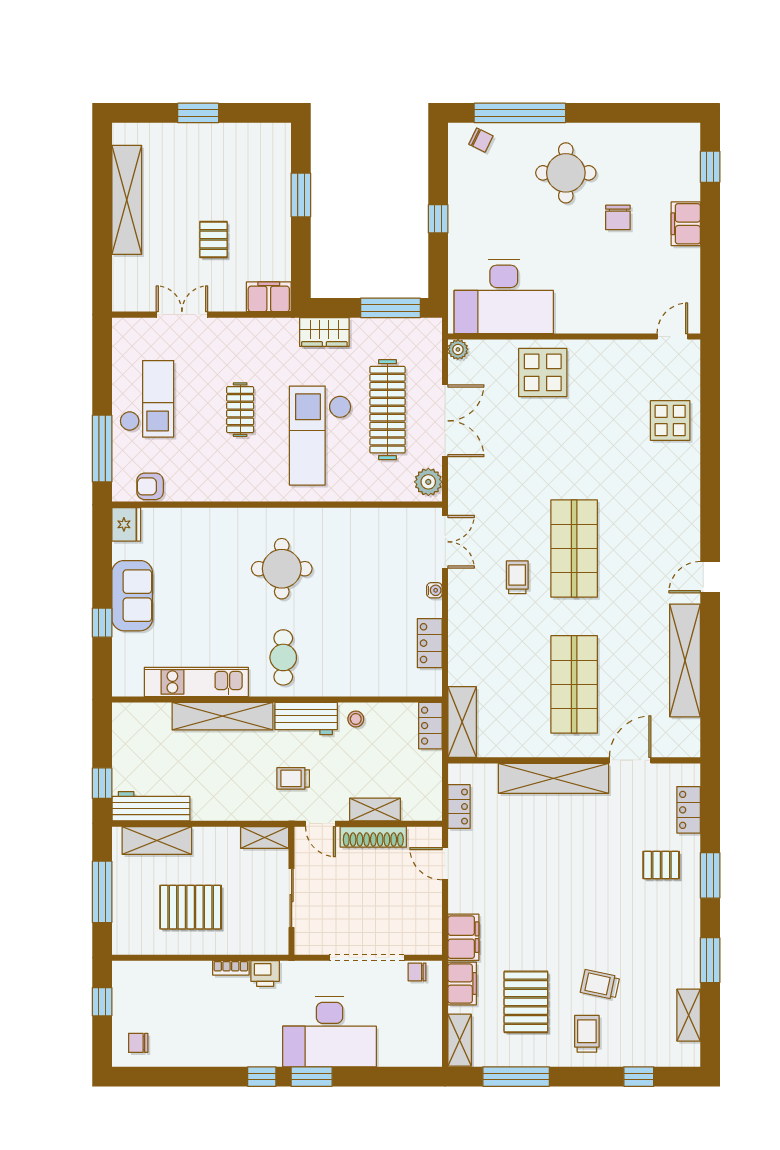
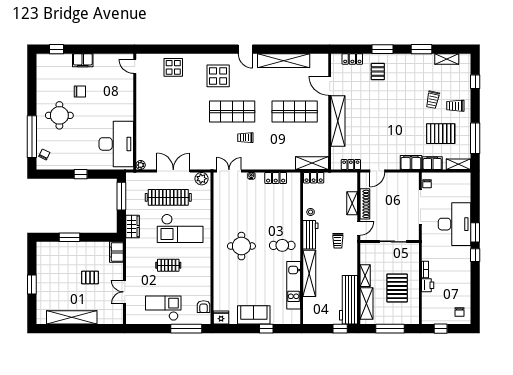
display table: (543, 372) -> (218, 76), moved
workbench: (151, 806) -> (349, 300), width x1.36, depth x1.32
shelving: (265, 837) -> (365, 276), moved
printer: (265, 974) -> (428, 285), moved

